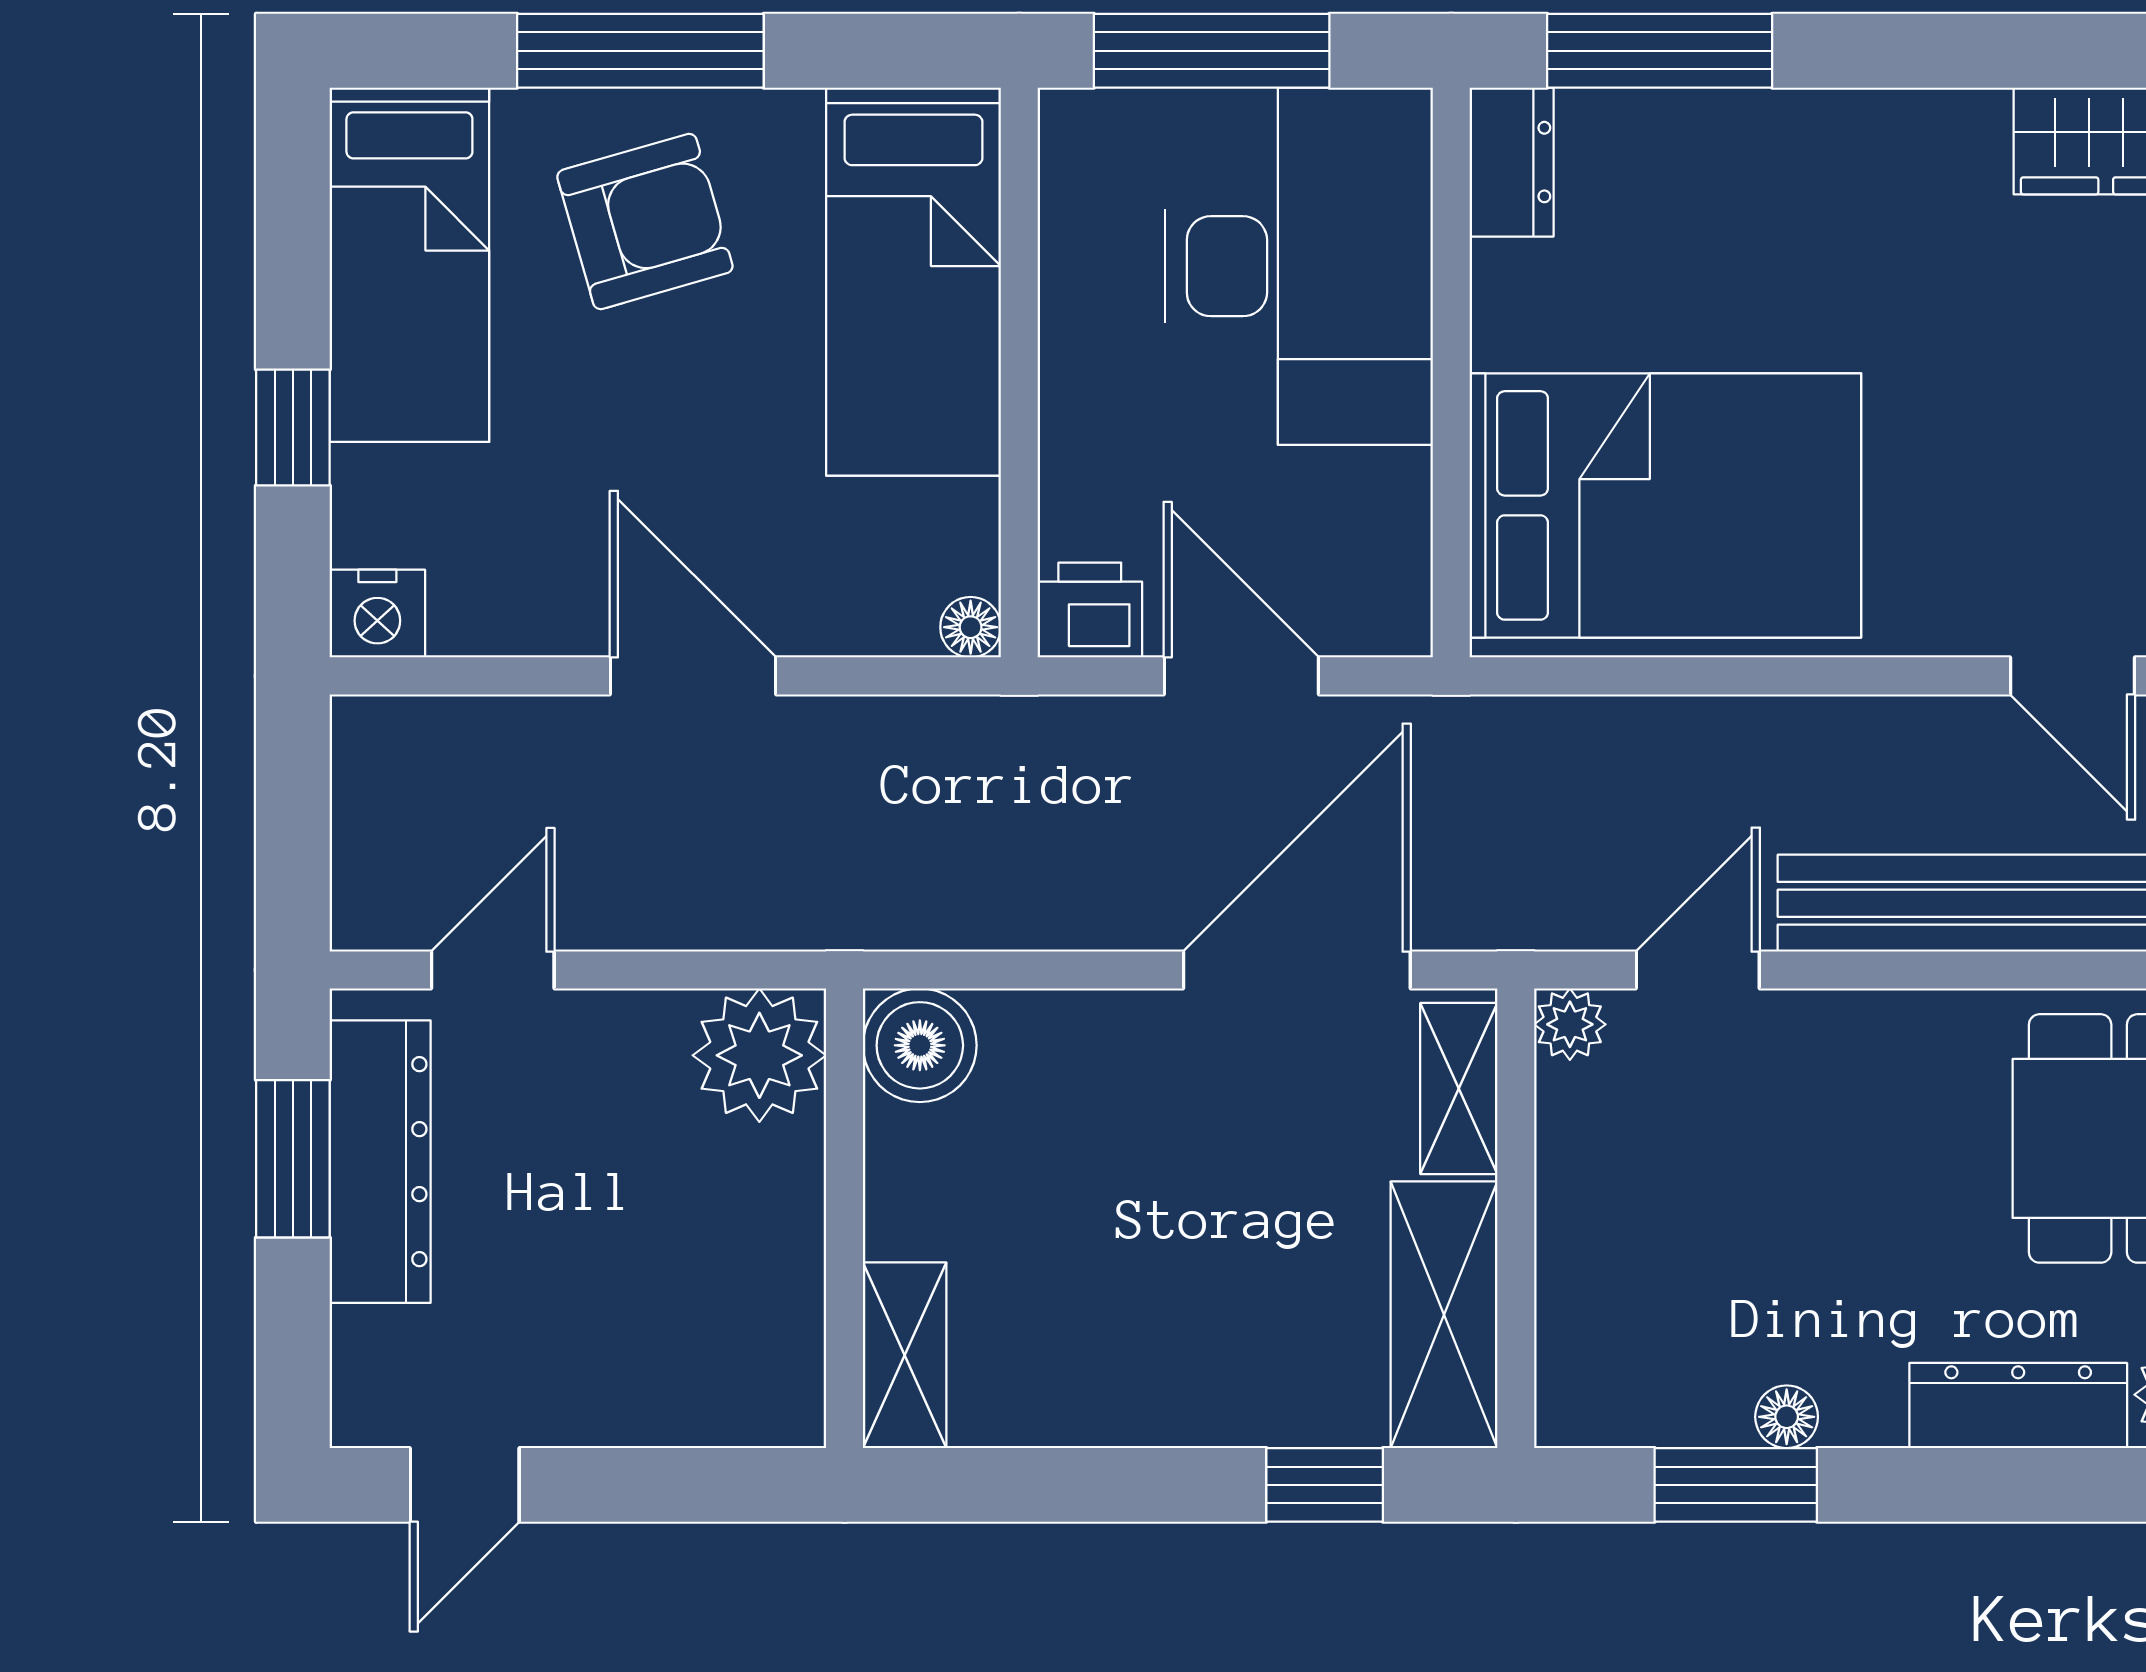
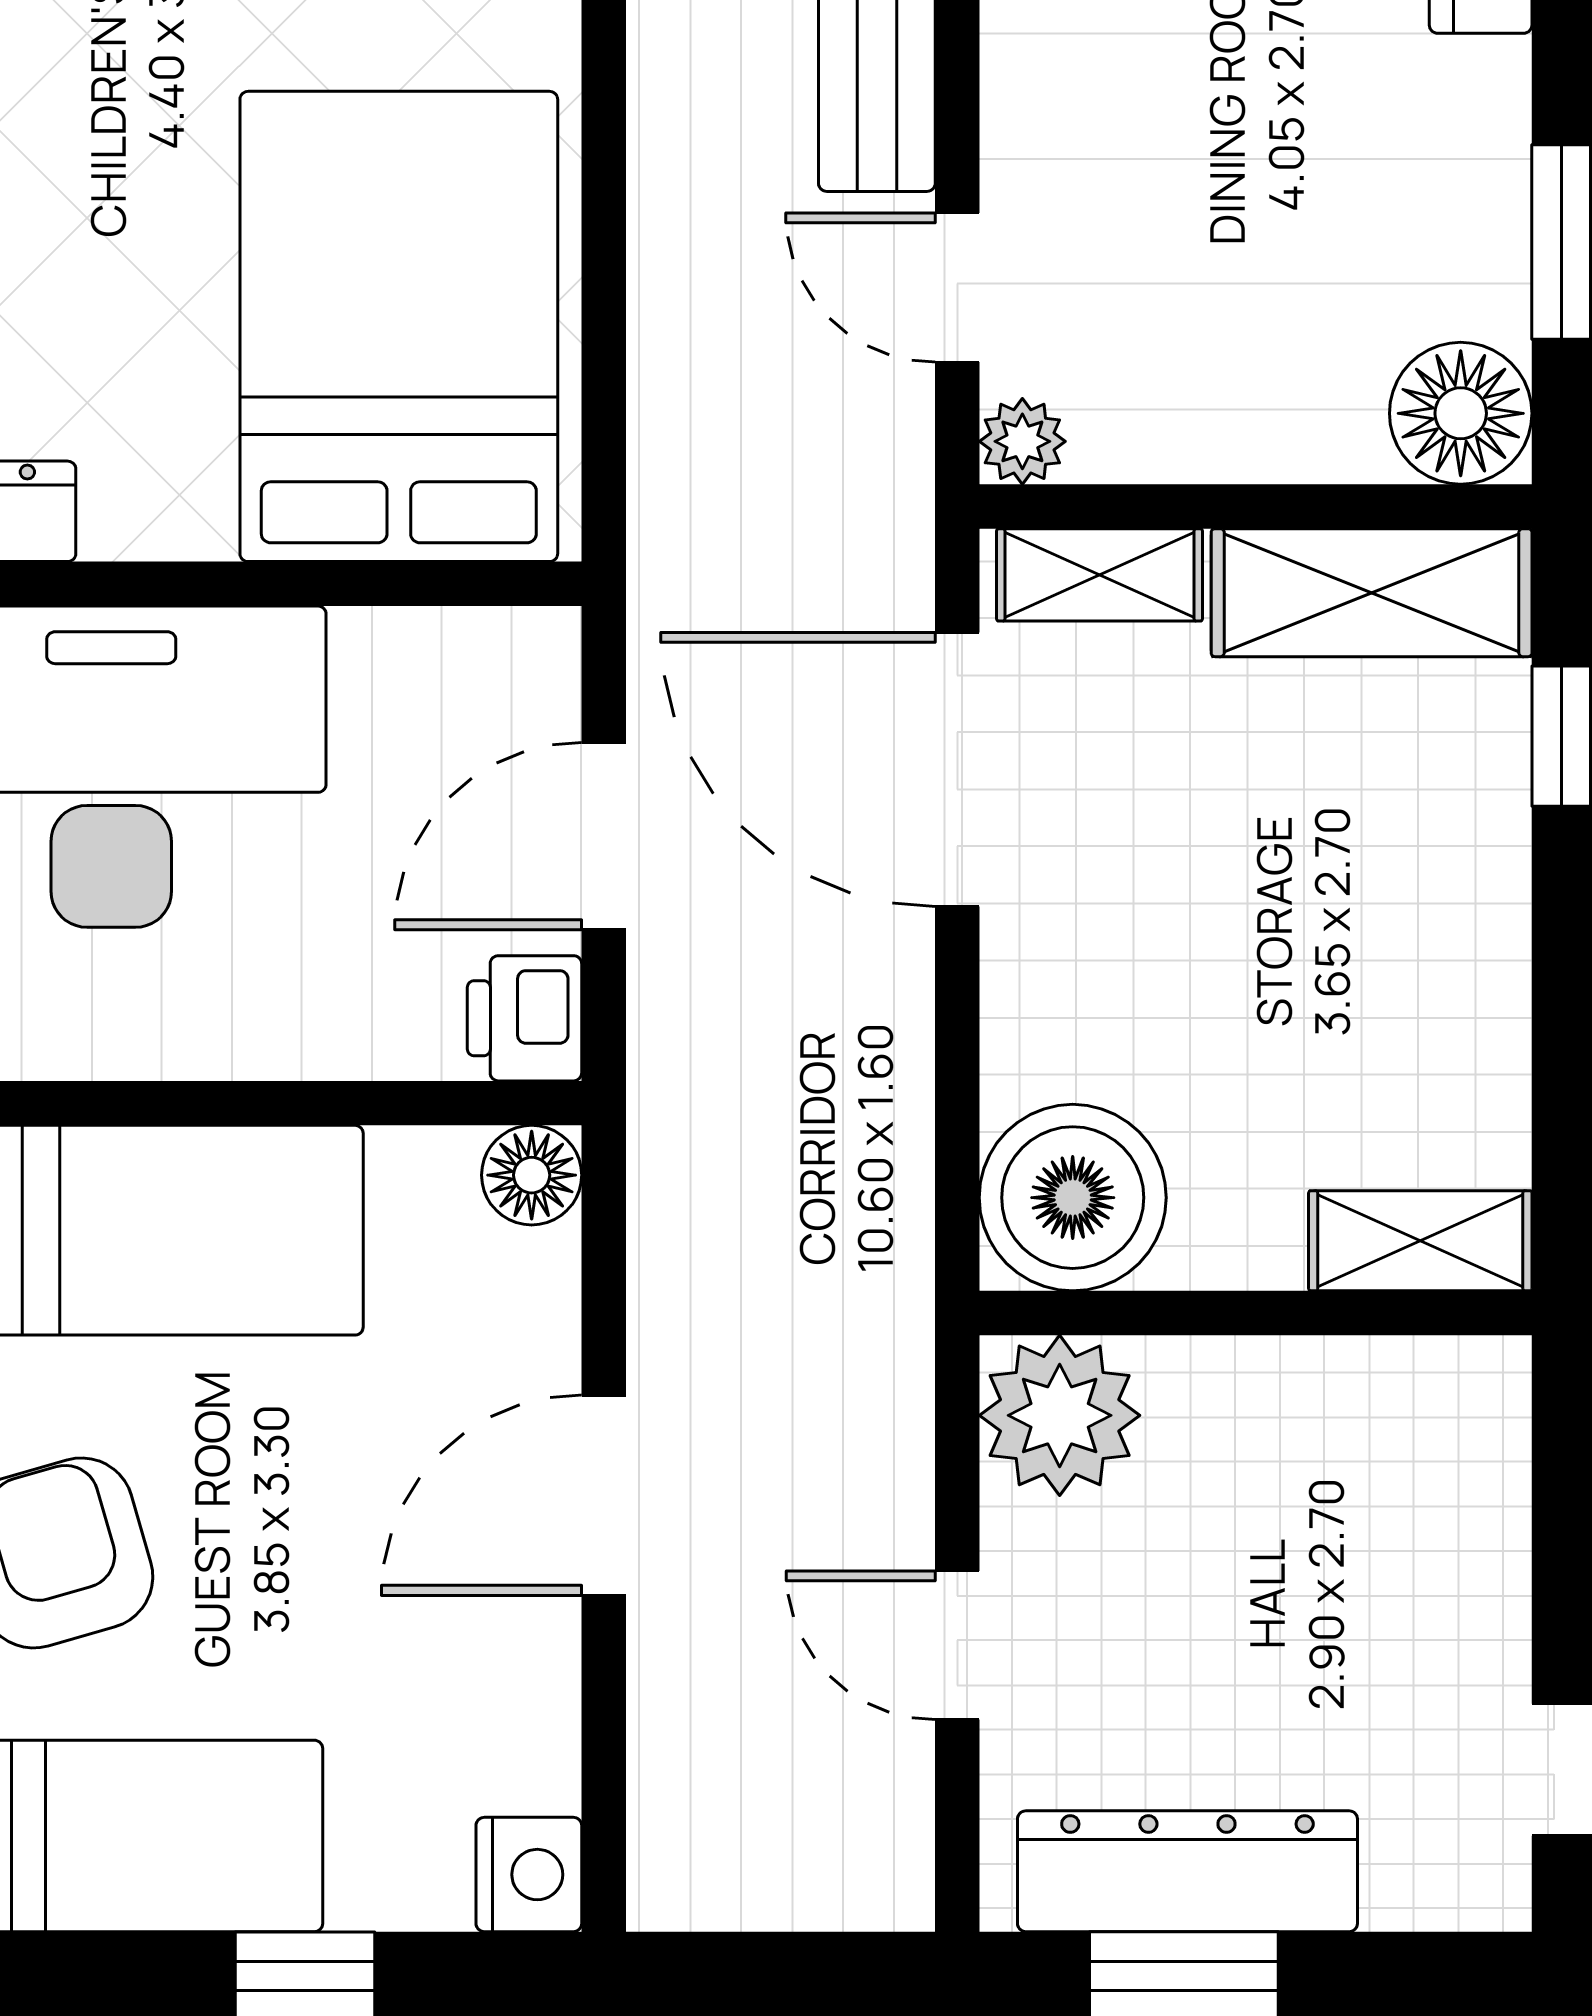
floor lamp: (971, 627) -> (532, 1175), width x1.37, depth x1.37
door: (493, 970) -> (957, 1645), moved
boiler: (920, 1045) -> (1073, 1198), width x1.37, depth x1.37
floor lamp: (1787, 1417) -> (1461, 413), moved, width x1.89, depth x1.89

